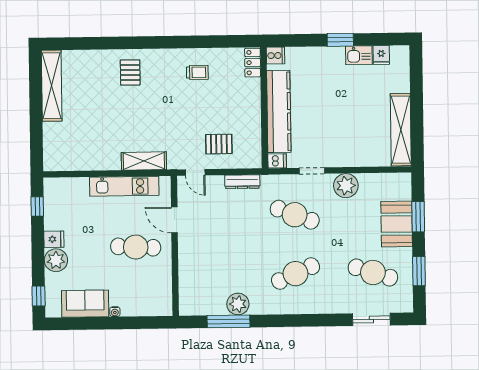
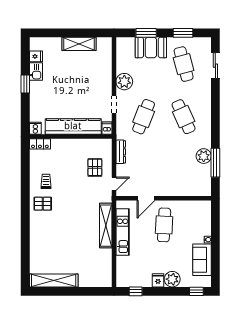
pallet: (130, 72) -> (43, 204), moved
shelving: (401, 130) -> (79, 44), width x0.68
shelving: (144, 161) -> (106, 226), width x1.47
cafe table: (373, 272) -> (184, 64), turned -33

